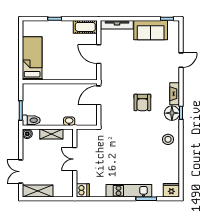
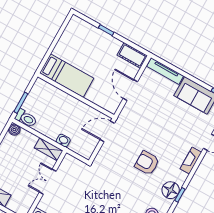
bed: (32, 58) -> (67, 76), moved, turned 90
fireplace: (175, 94) -> (191, 161), moved
armchair: (142, 102) -> (147, 163), turned 90
shelving: (51, 134) -> (49, 149), moved

